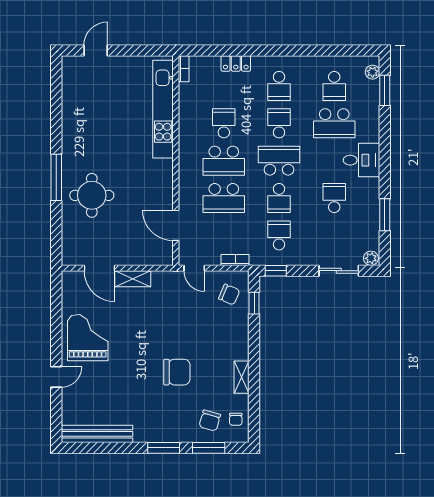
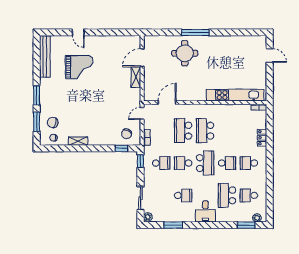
school desk: (224, 123) -> (227, 131), removed
grand piano: (88, 338) -> (79, 67), moved
chair: (177, 372) -> (81, 103), removed

